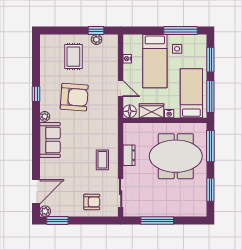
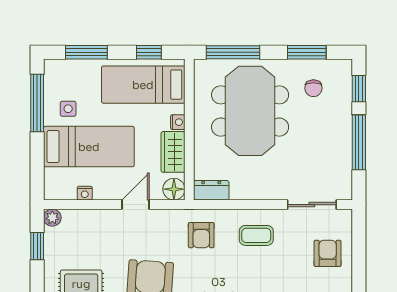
plant: (96, 40) -> (52, 218), moved
window: (210, 97) -> (149, 52), width x0.46
armchair: (103, 127) -> (201, 235), added
dresser: (129, 155) -> (211, 190), moved
chair: (189, 194) -> (313, 88), added
window: (189, 220) -> (359, 89), added

